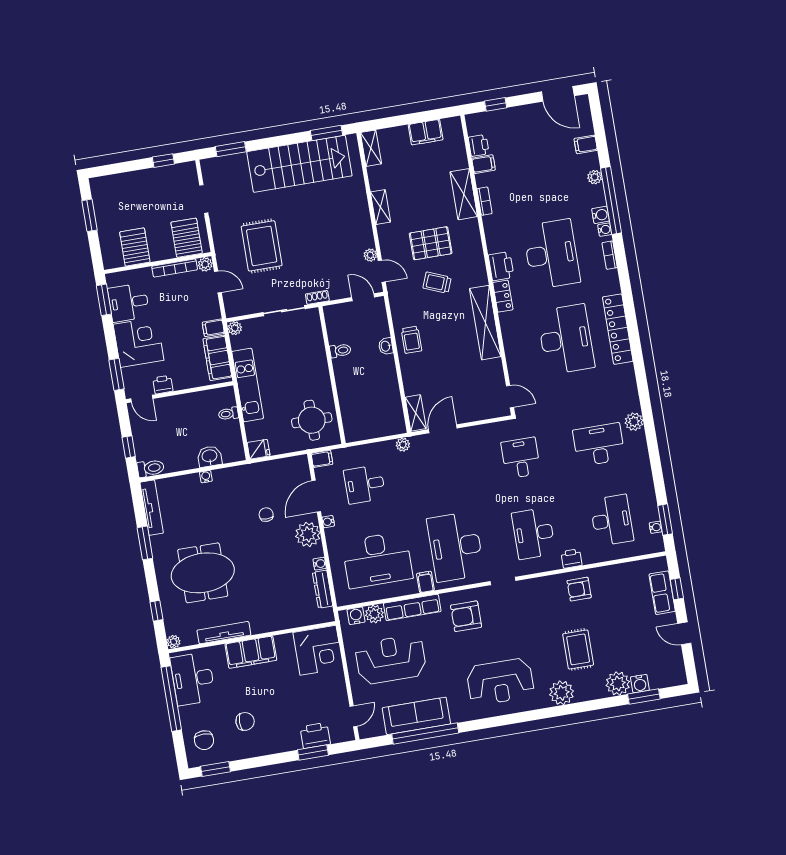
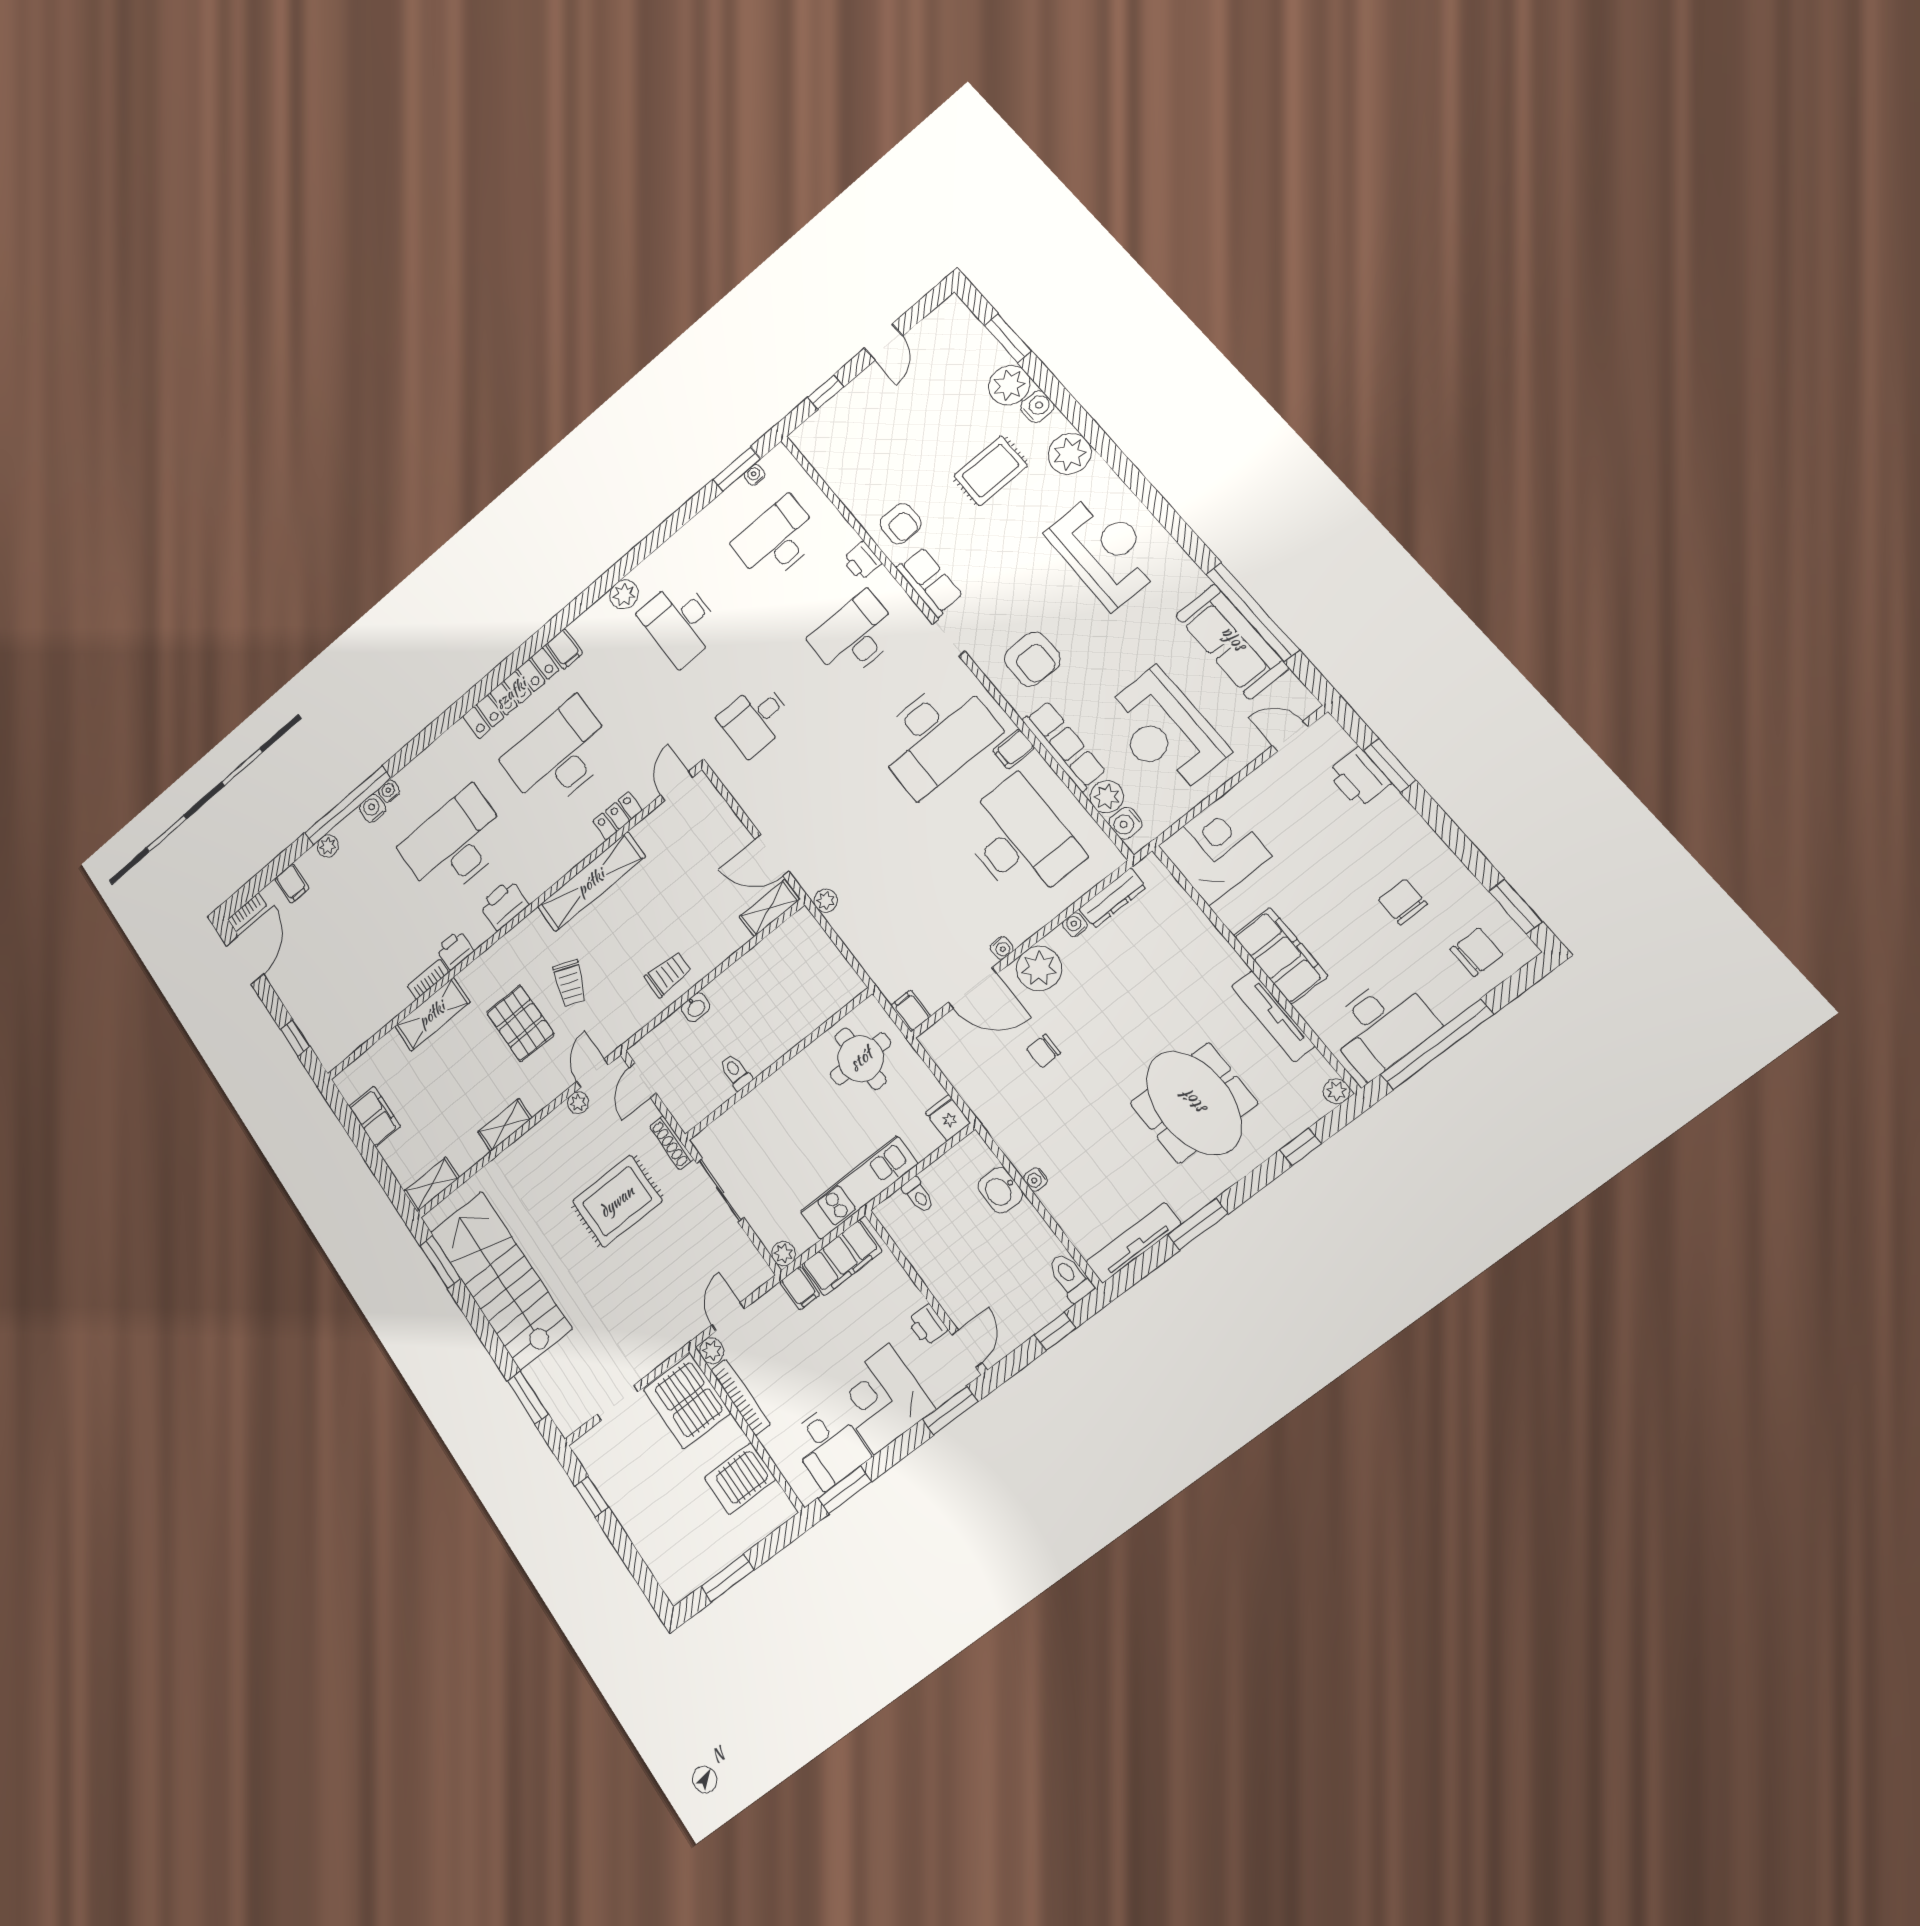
printer: (479, 145) -> (455, 950), moved
filing cabinet: (484, 164) -> (564, 649), moved, turned 180
server rack: (187, 238) -> (687, 1401), width x1.60
rug: (262, 246) -> (617, 1201), moved
bookcase: (610, 255) -> (247, 912), moved
locker: (503, 296) -> (618, 816), moved
shoe rack: (317, 297) -> (671, 1143), width x1.43
desk: (365, 484) -> (915, 924), removed
desk: (534, 533) -> (855, 636), turned 180
row of seats: (662, 593) -> (929, 582), moved, turned -90
water cooler: (640, 684) -> (1037, 407), moved

